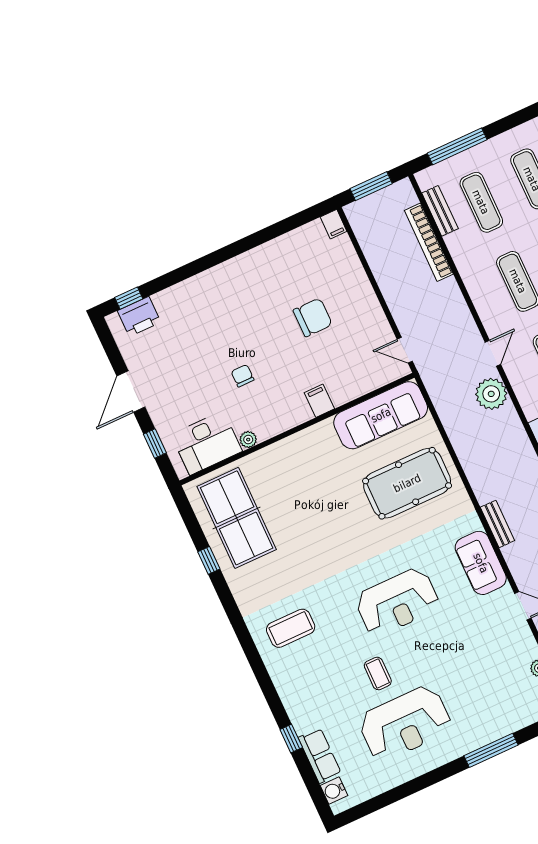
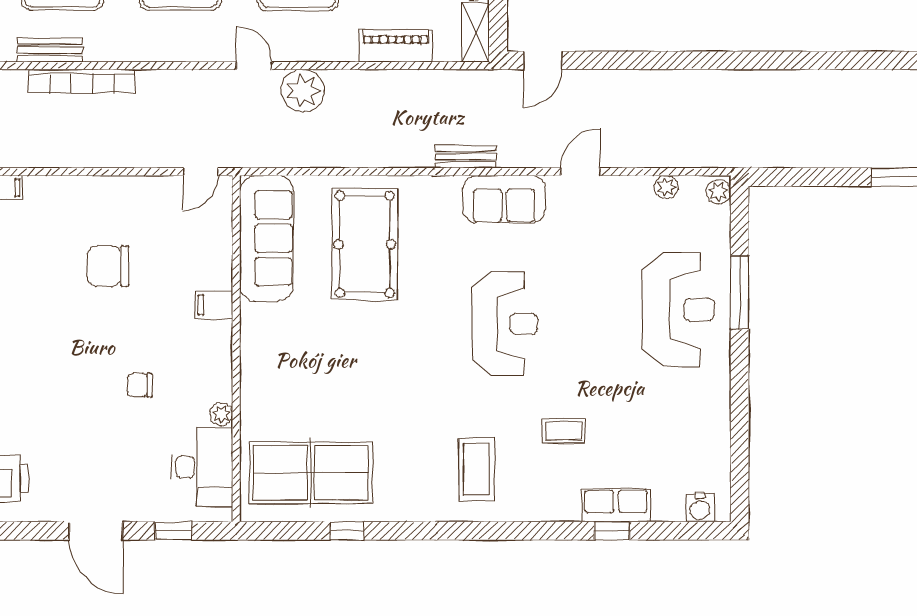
chair: (313, 317) -> (108, 266), turned -90
coffee table: (378, 673) -> (564, 431), moved
reception desk: (405, 724) -> (678, 310), moved
row of seats: (320, 756) -> (616, 505), moved

